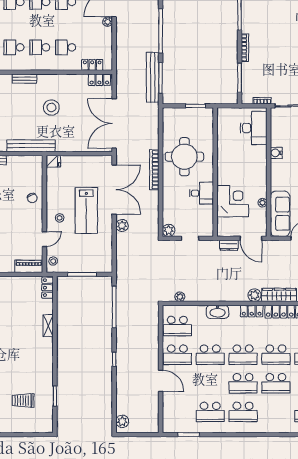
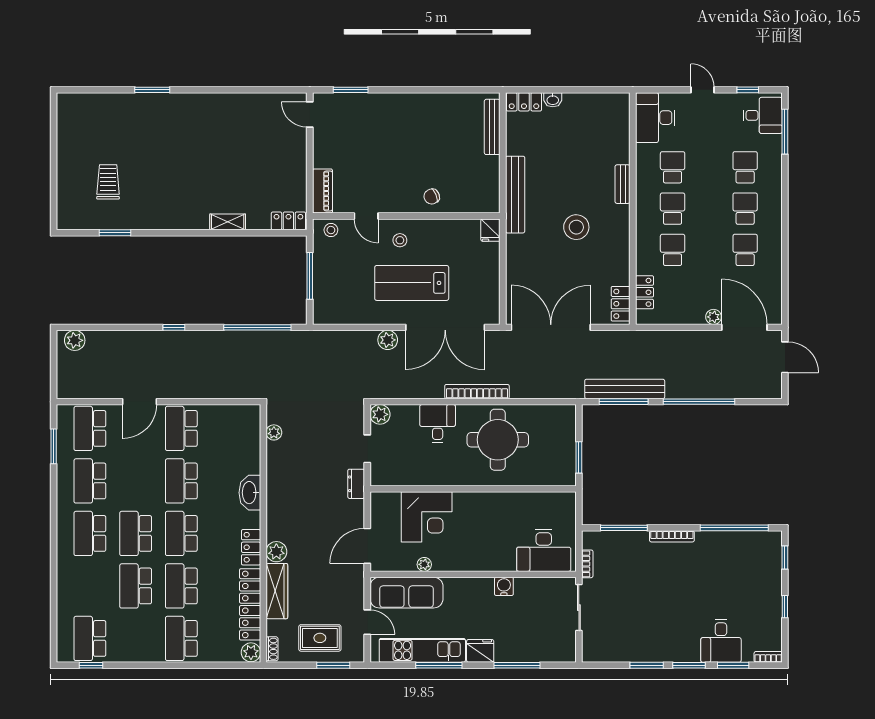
desk: (201, 193) -> (438, 424), moved, turned 180
dresser: (229, 245) -> (356, 484), moved
school desk: (177, 326) -> (90, 428), moved

